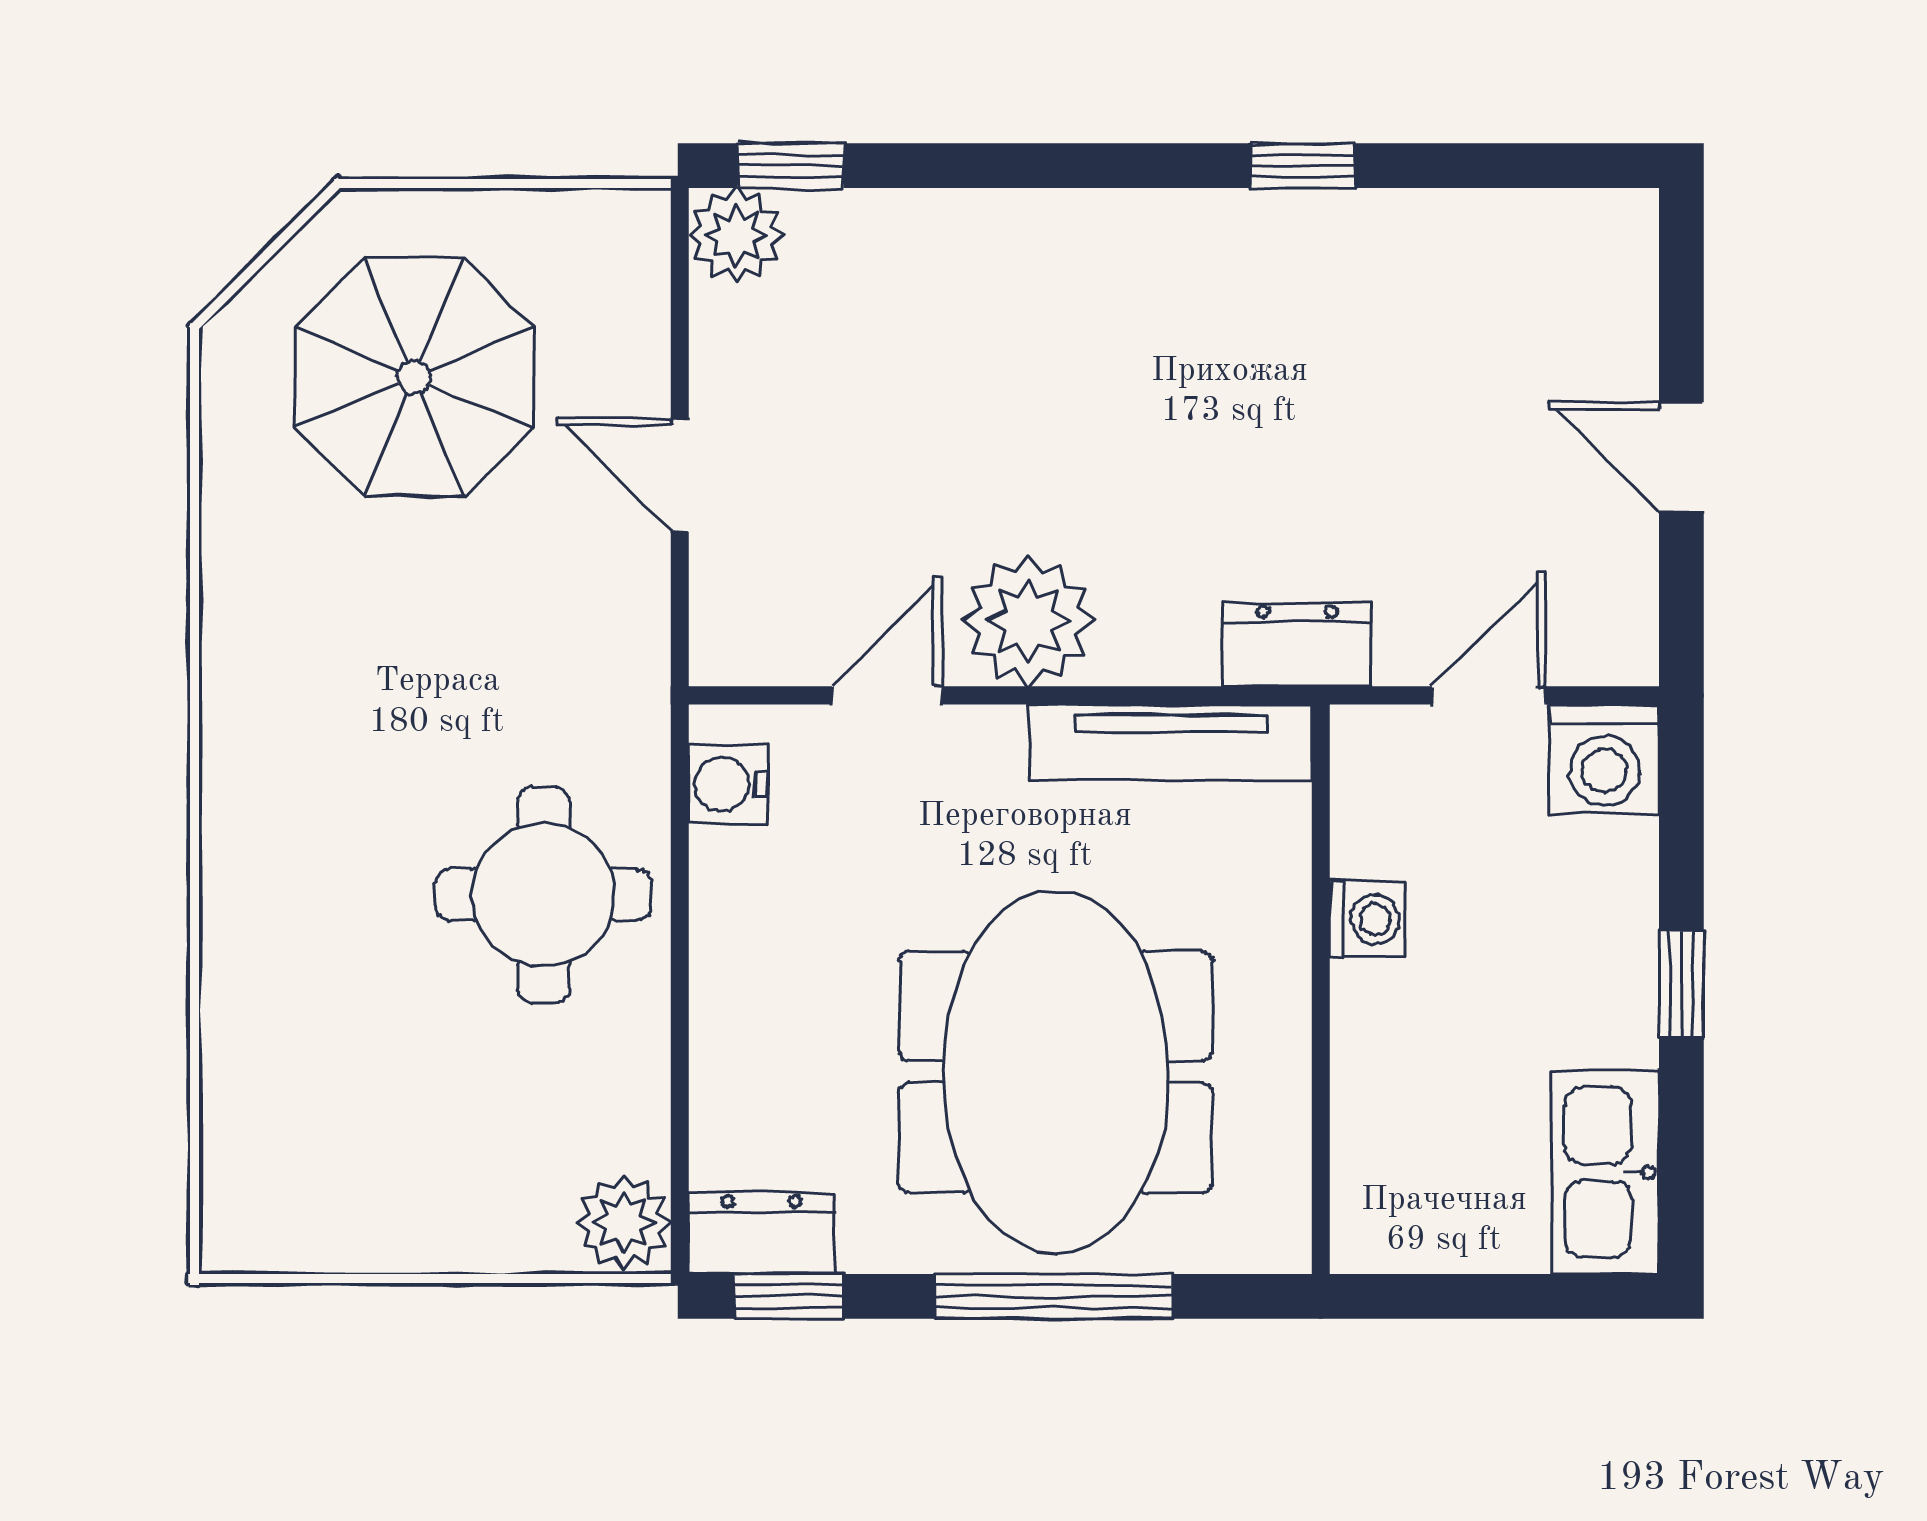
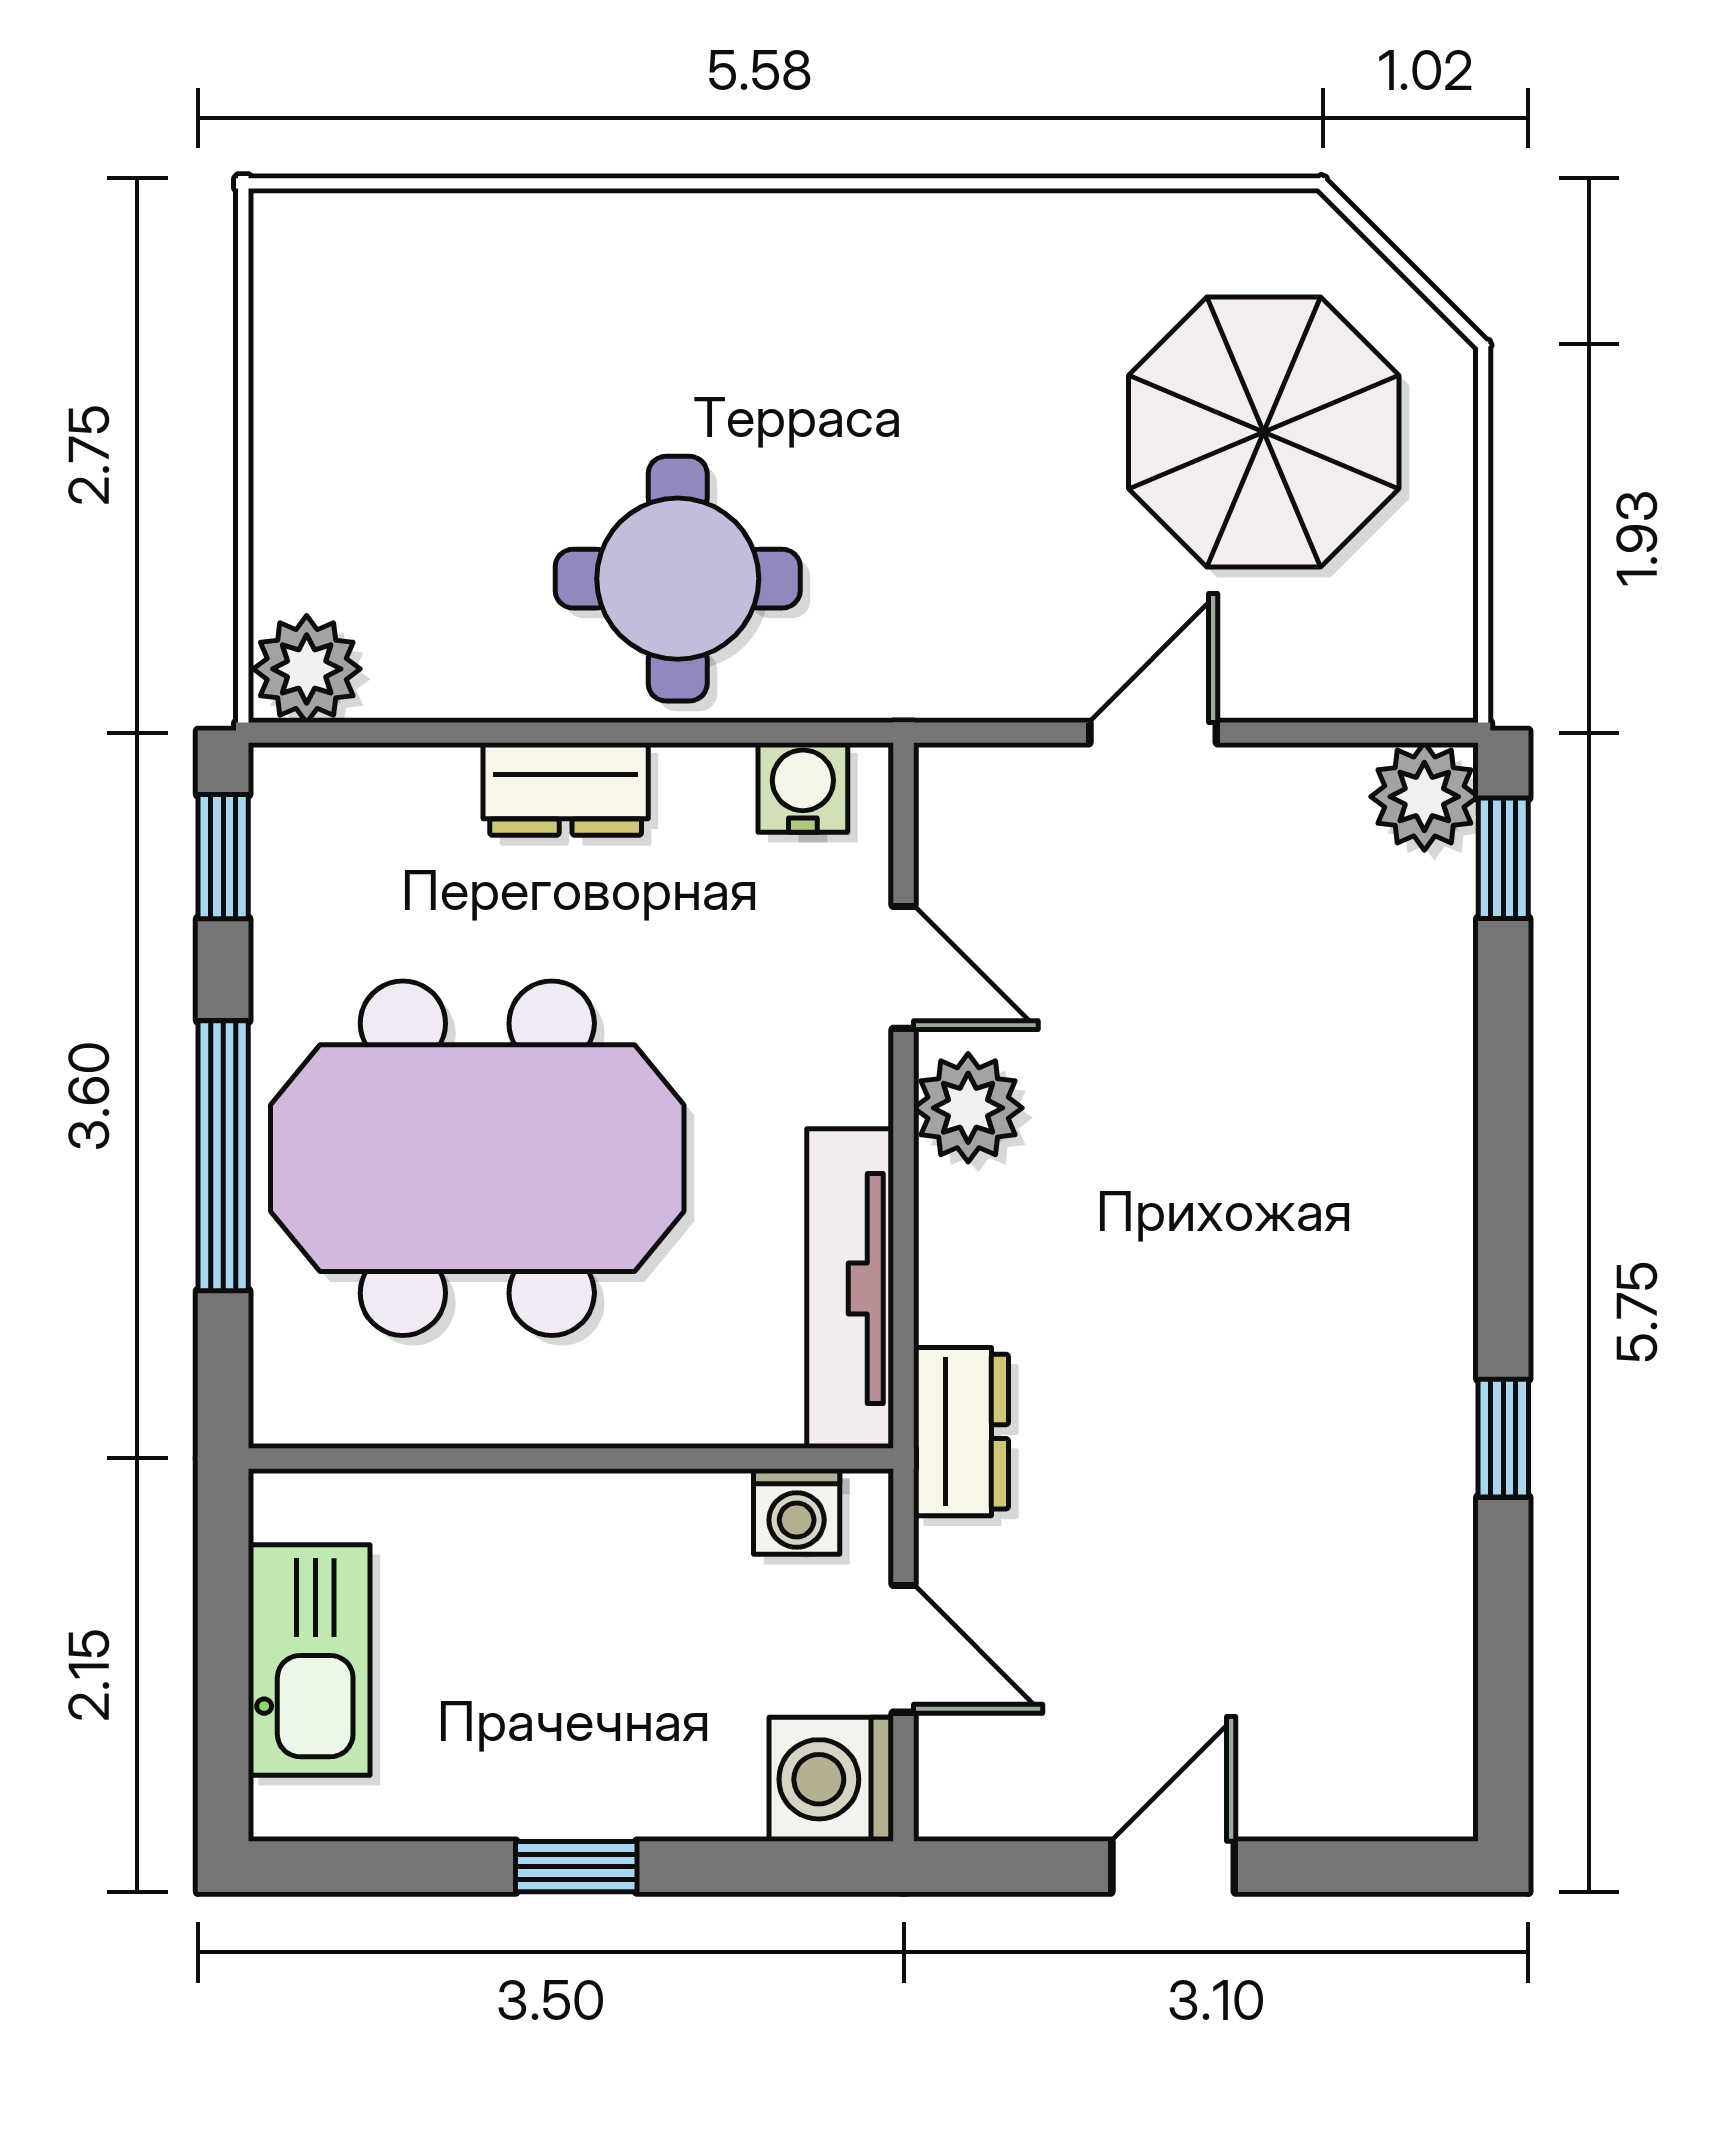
plant: (1029, 621) -> (968, 1108), width x0.73, depth x0.73
washing machine: (1368, 919) -> (797, 1511), moved
kitchen sink: (1605, 1172) -> (309, 1660), moved, turned 90
dresser: (761, 1233) -> (566, 789), moved, turned 90

